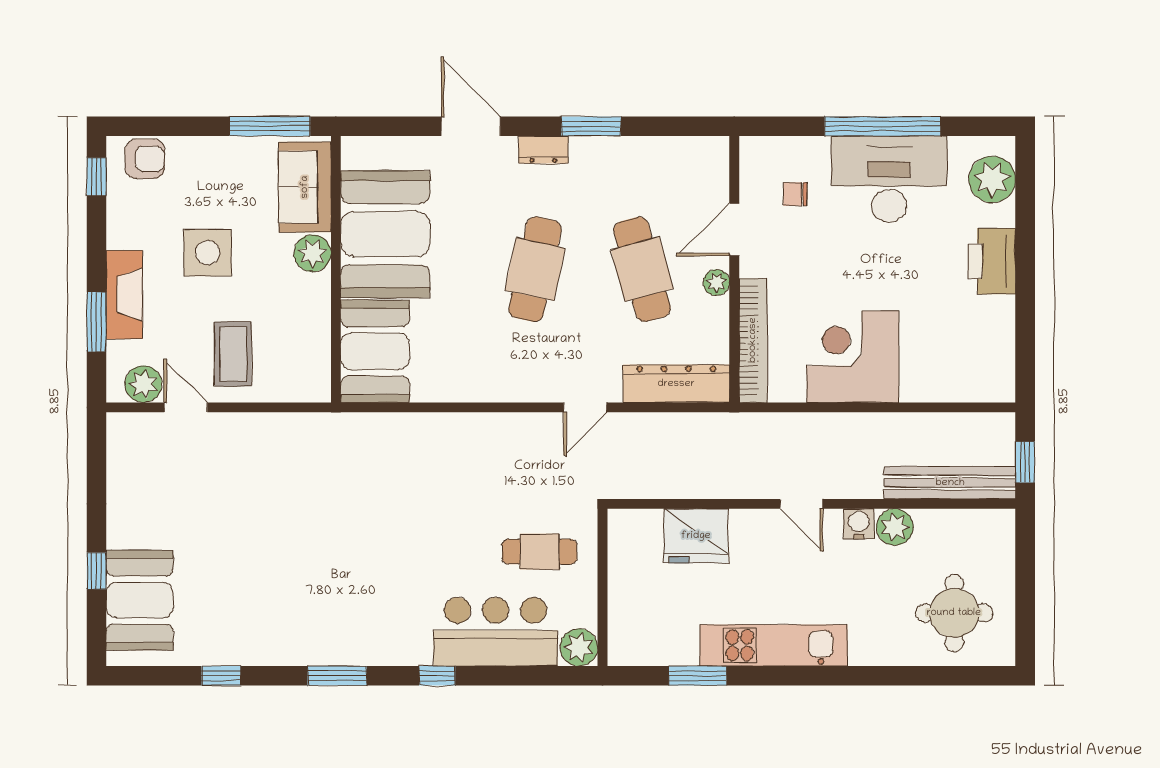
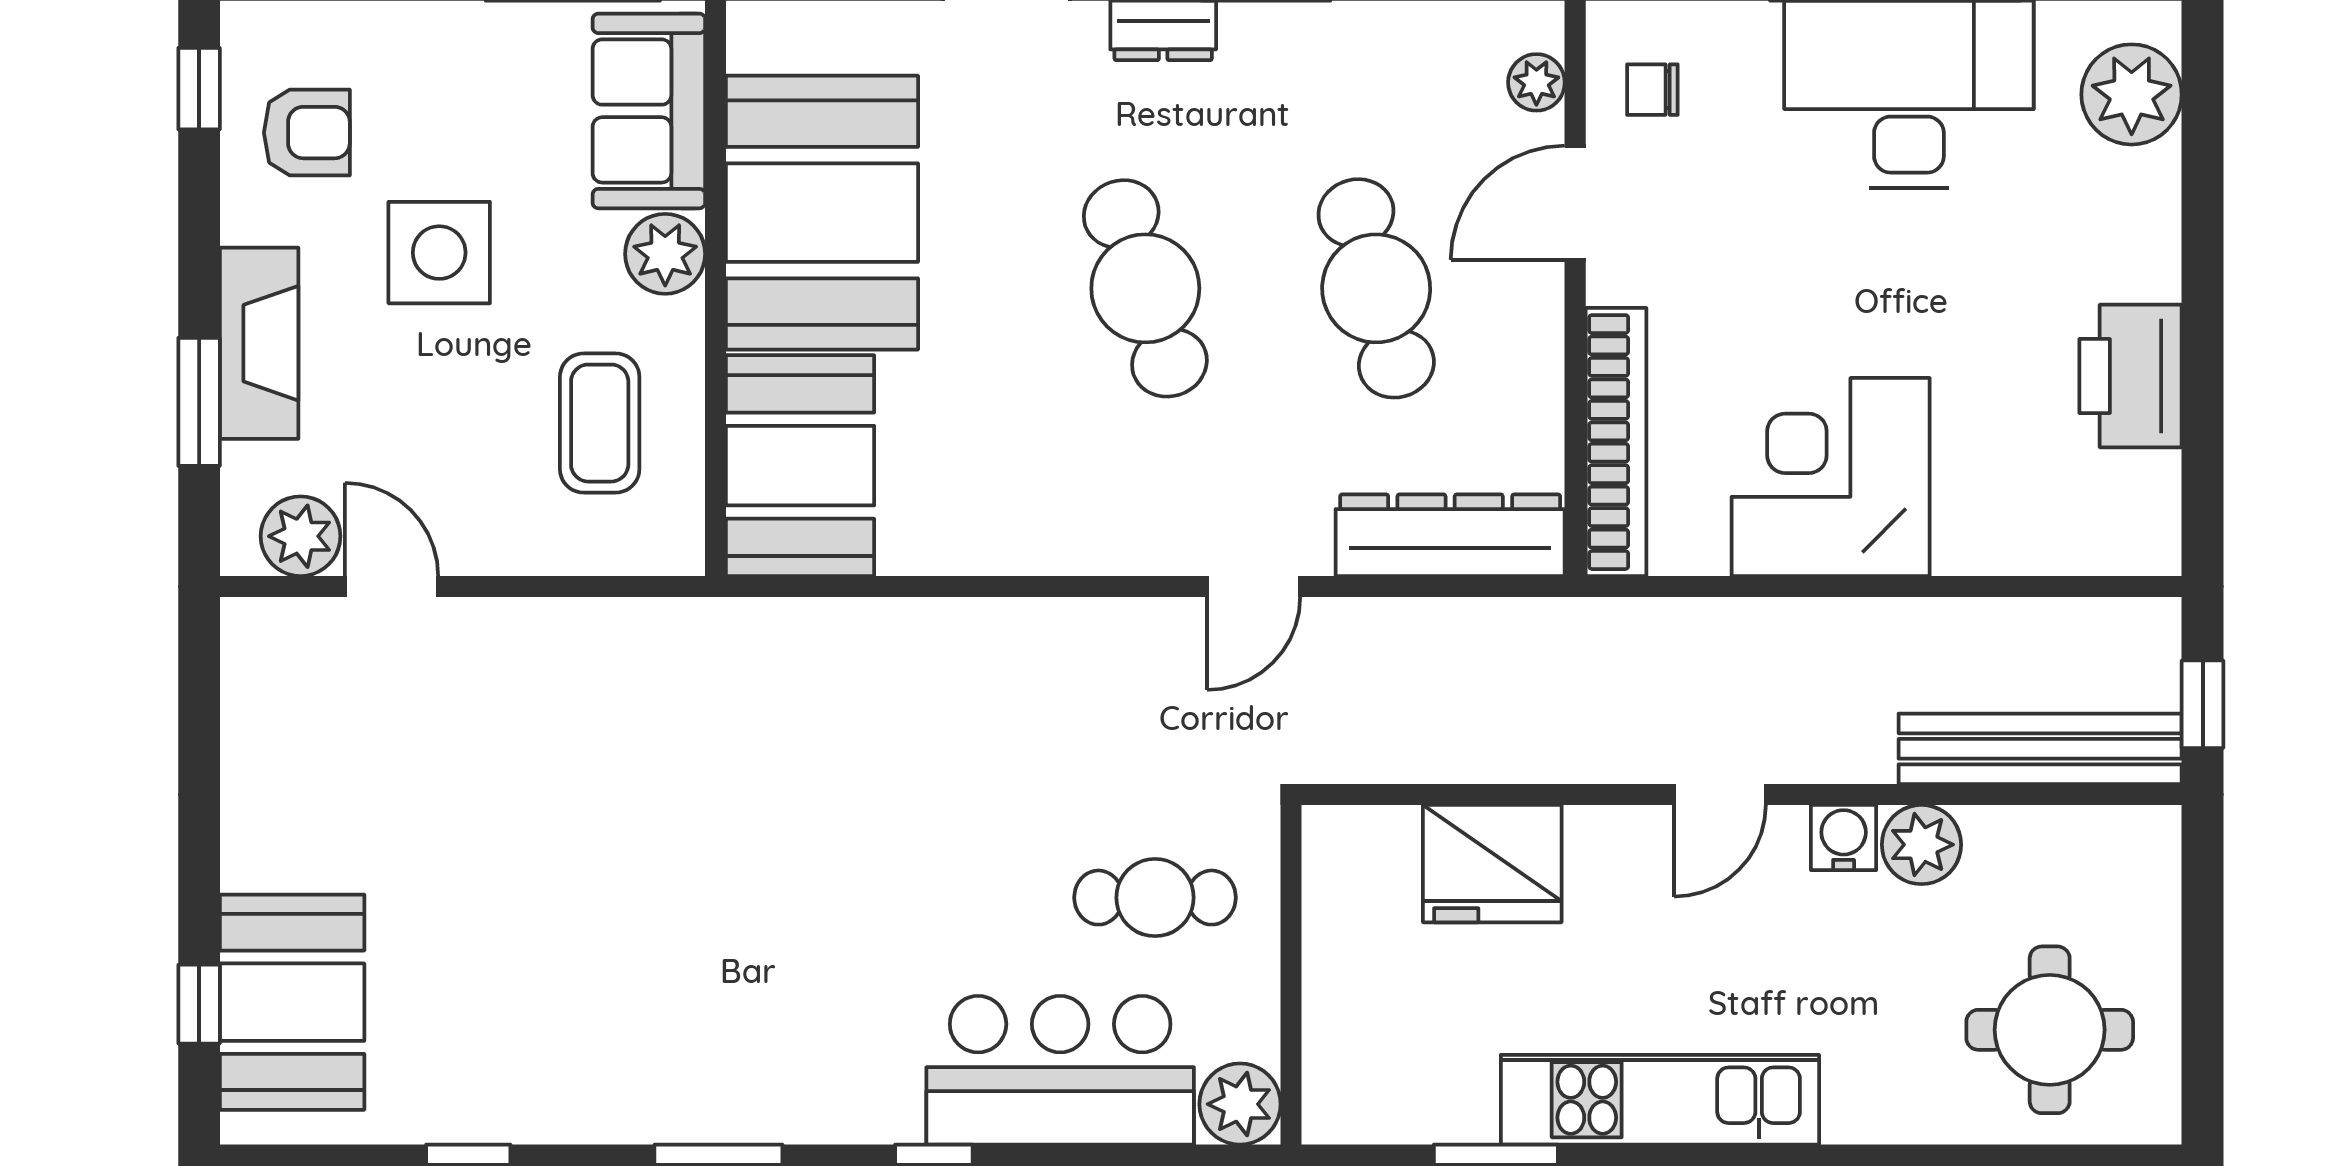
armchair: (145, 159) -> (307, 133), moved
chair: (795, 194) -> (1652, 90), moved
printer: (992, 261) -> (2130, 376), moved
cafe table: (535, 269) -> (1145, 288), turned -30
plant: (716, 282) -> (1536, 82), moved
coffee table: (233, 354) -> (600, 423), moved
door: (801, 504) -> (1720, 794), hinge flipped
window: (96, 571) -> (199, 1004), moved

